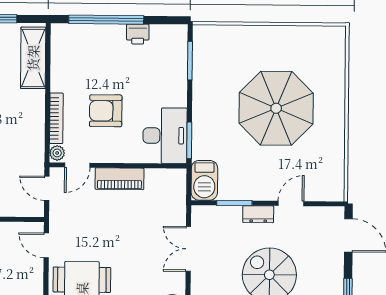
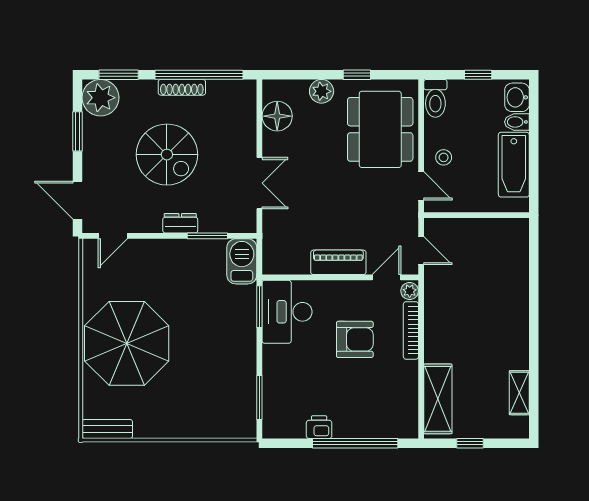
bench: (324, 34) -> (107, 429), added
parasol: (276, 108) -> (127, 343), moved
door: (291, 203) -> (113, 236), moved
stool: (26, 270) -> (444, 157), added

